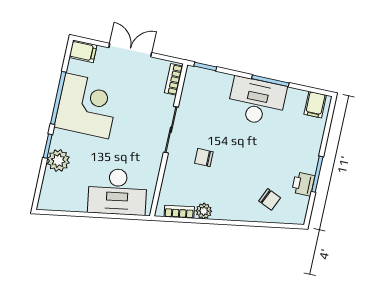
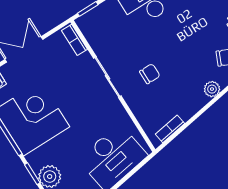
chair: (204, 158) -> (150, 74), turned 180
plant: (204, 211) -> (212, 89), moved

